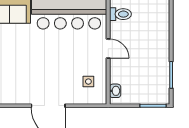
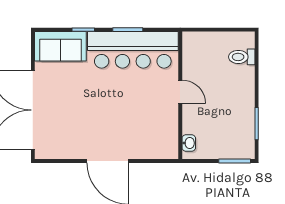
toilet: (120, 14) -> (242, 57), moved, turned 180
side table: (88, 82) -> (156, 132), removed

